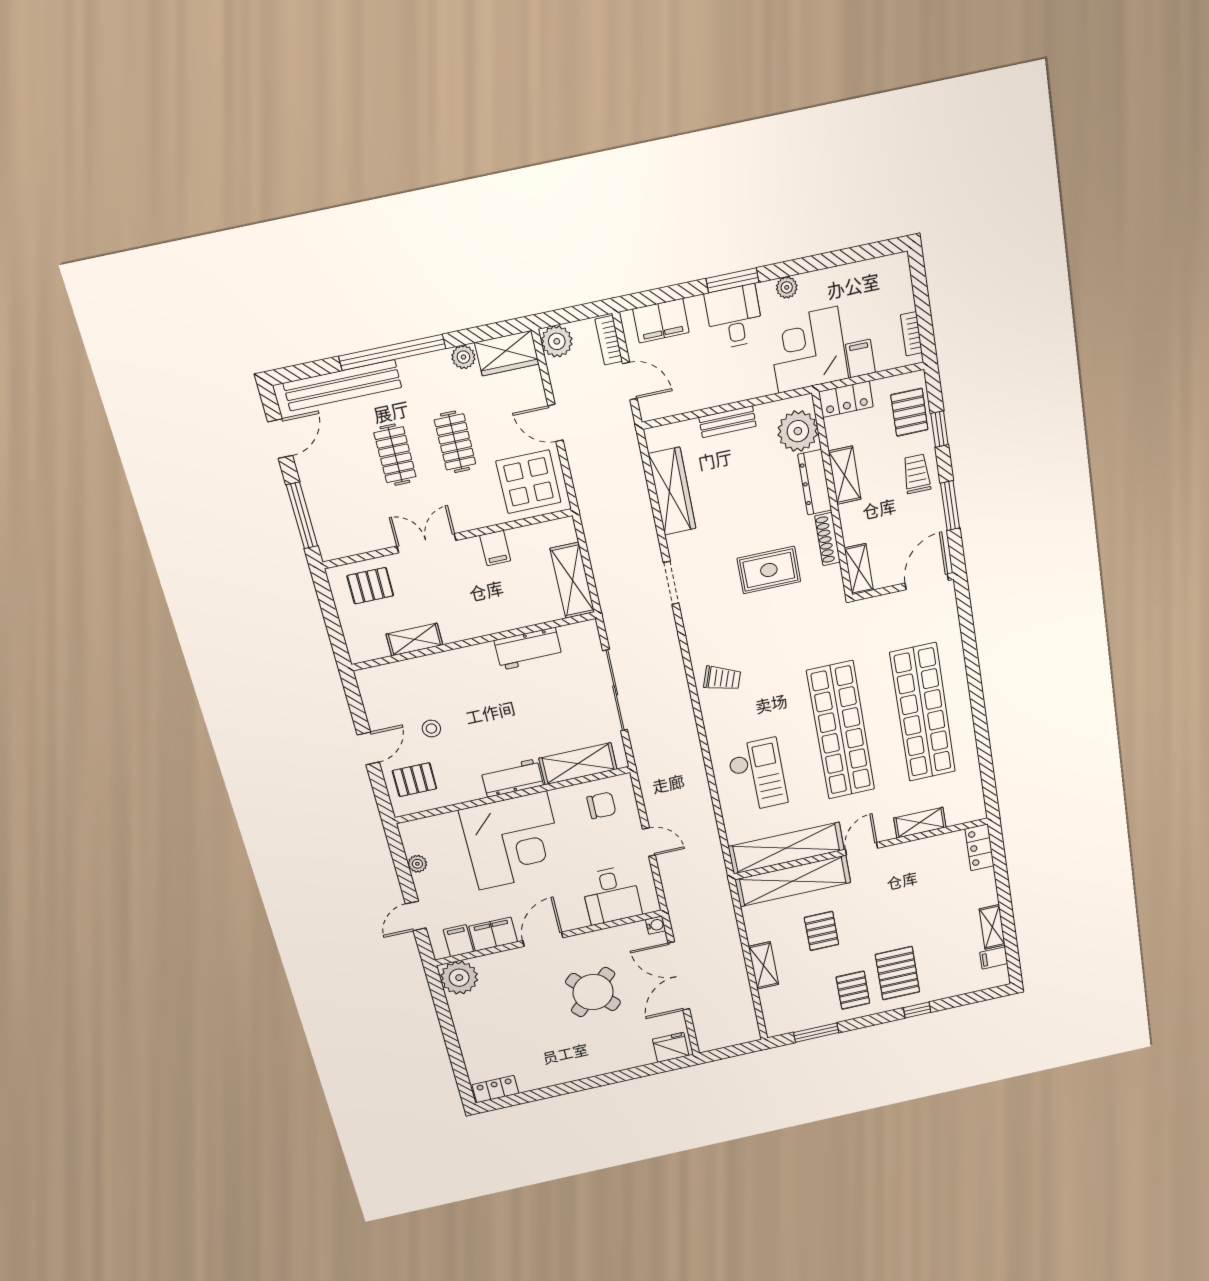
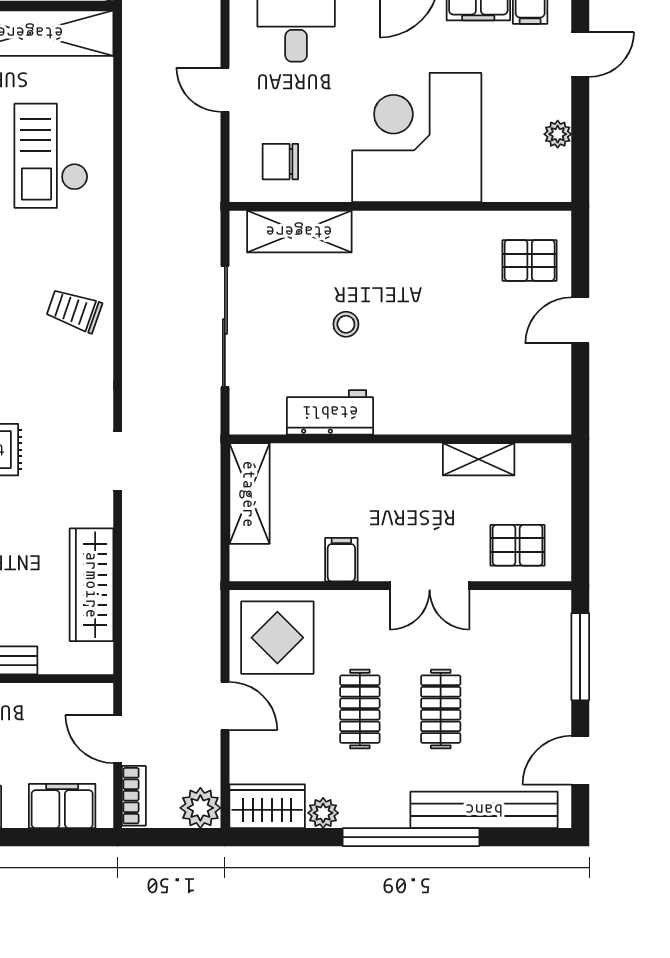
stool: (431, 729) -> (346, 324), moved
workbench: (512, 778) -> (395, 232), removed

